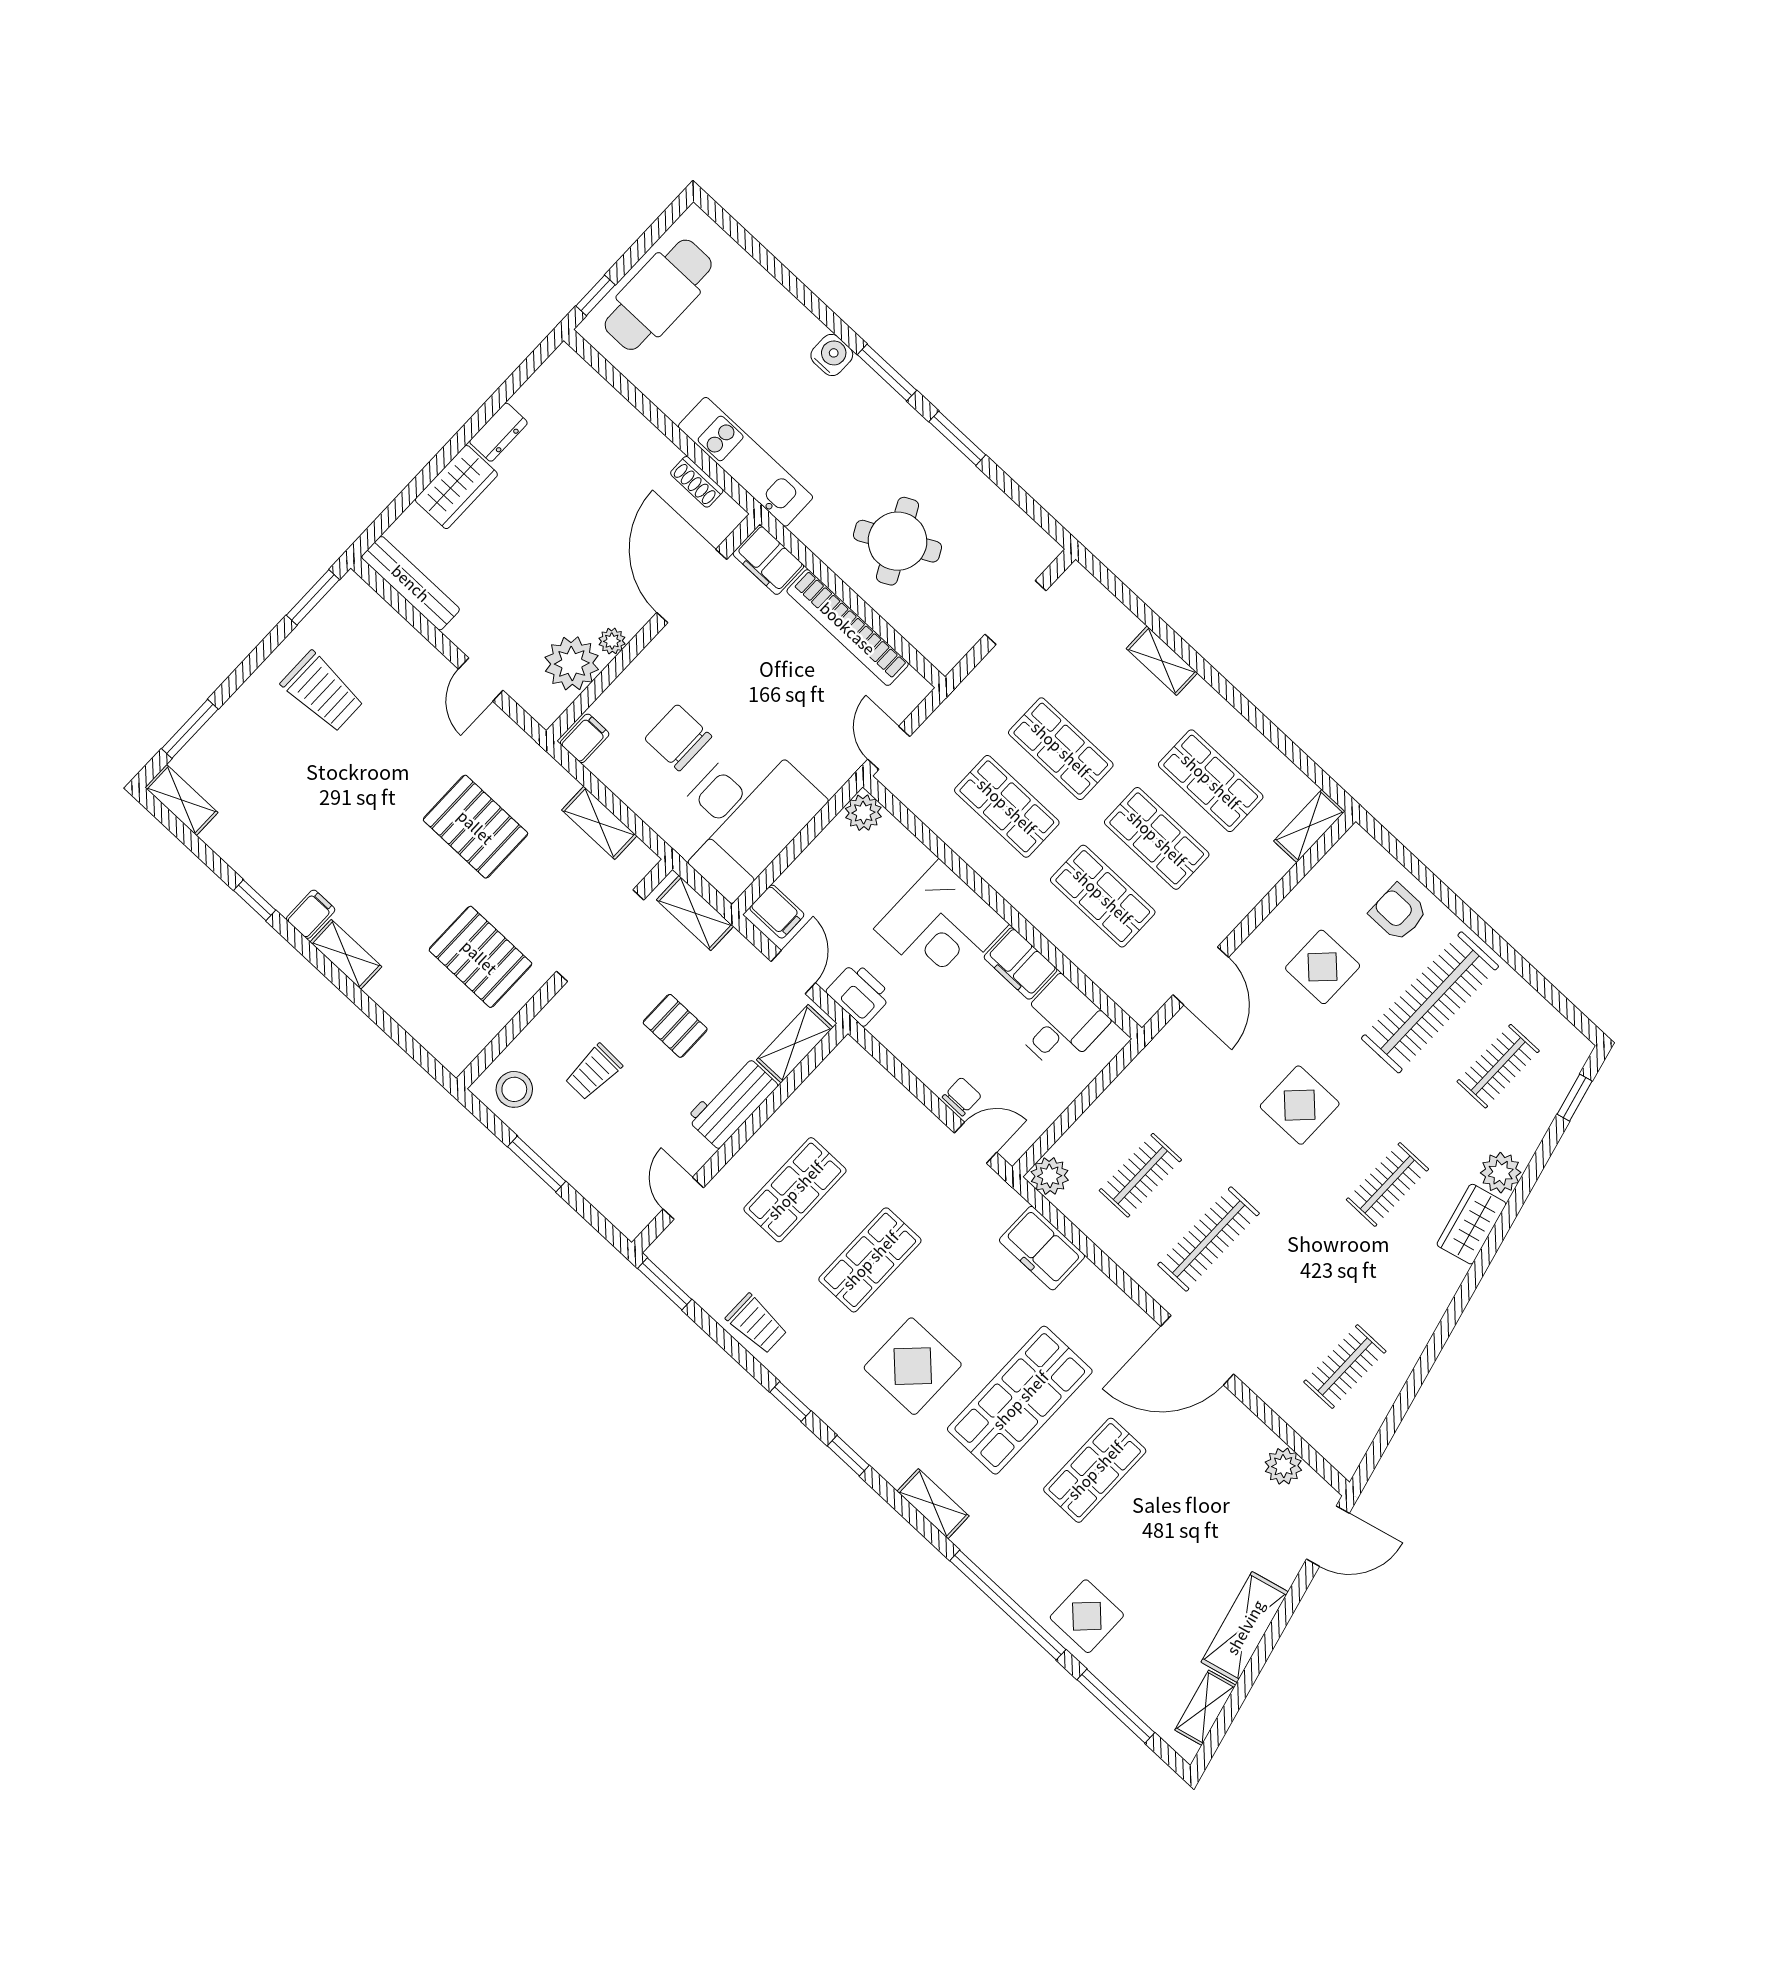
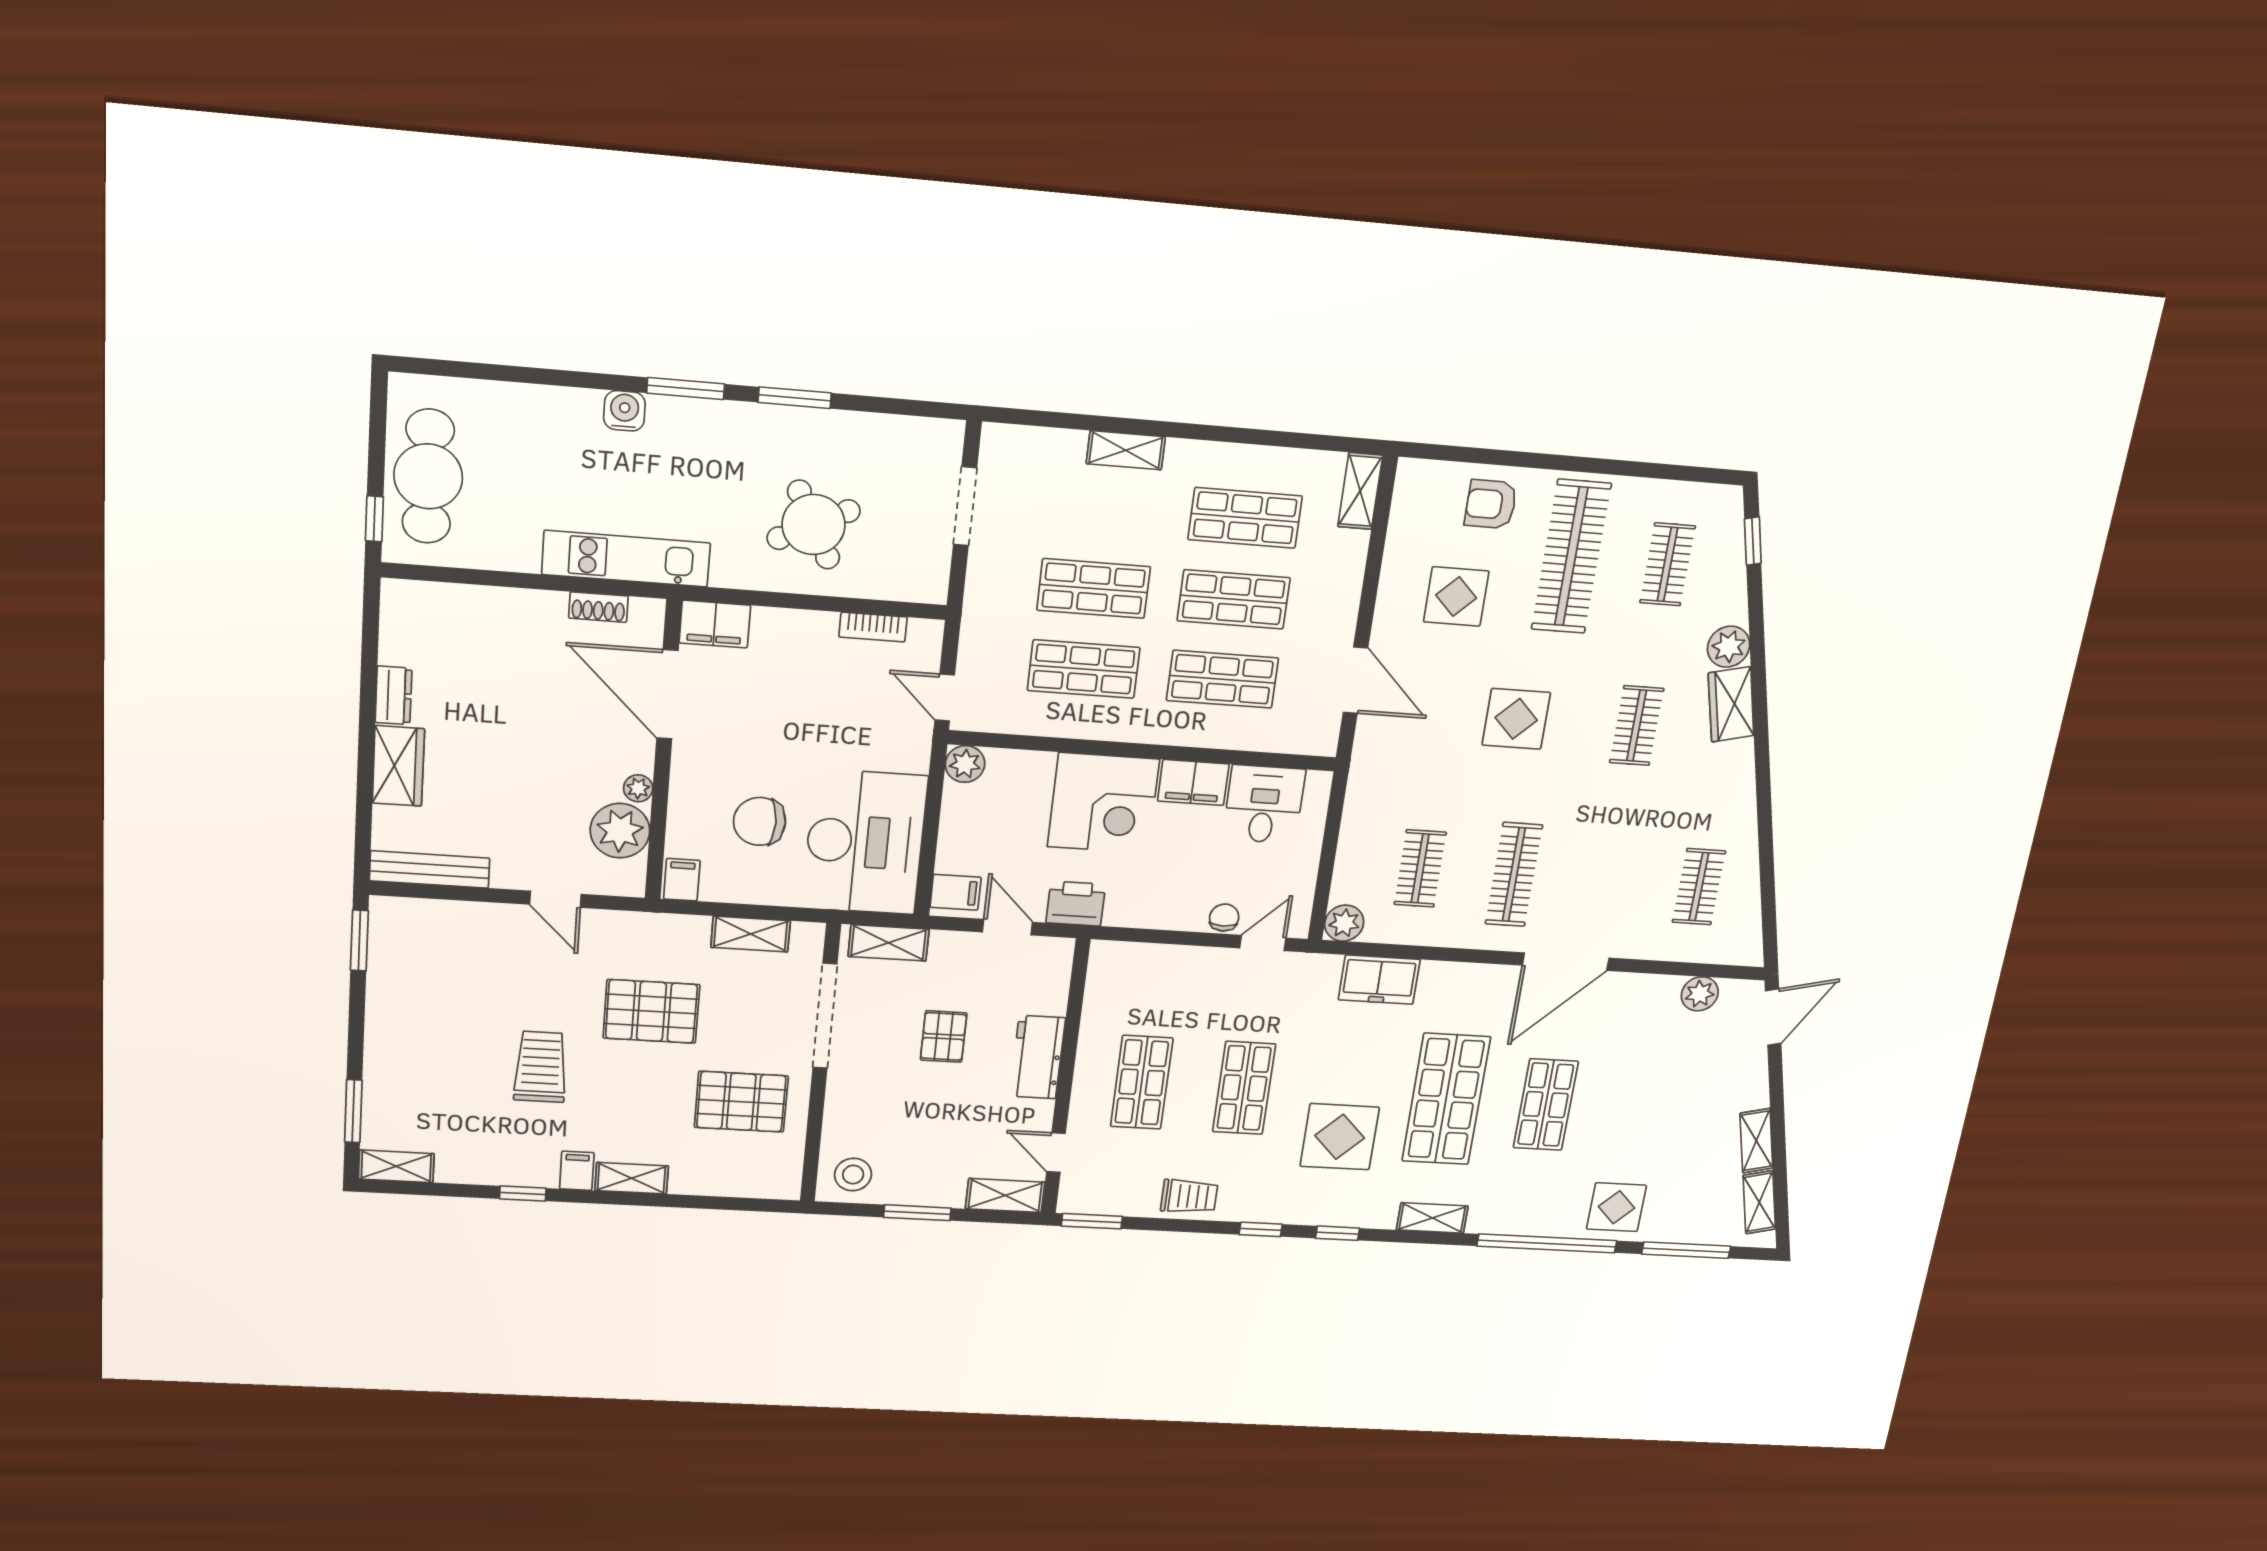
bookcase: (848, 628) -> (873, 627), width x0.43, depth x0.76
trolley: (322, 692) -> (541, 1067), moved, turned -90
pallet: (675, 1026) -> (944, 1036), turned 90
shelving: (795, 1044) -> (1005, 1195), moved, turned 90
trolley: (593, 1072) -> (906, 1117), removed
shelving: (1245, 1627) -> (1756, 1141), width x0.67, depth x0.75

